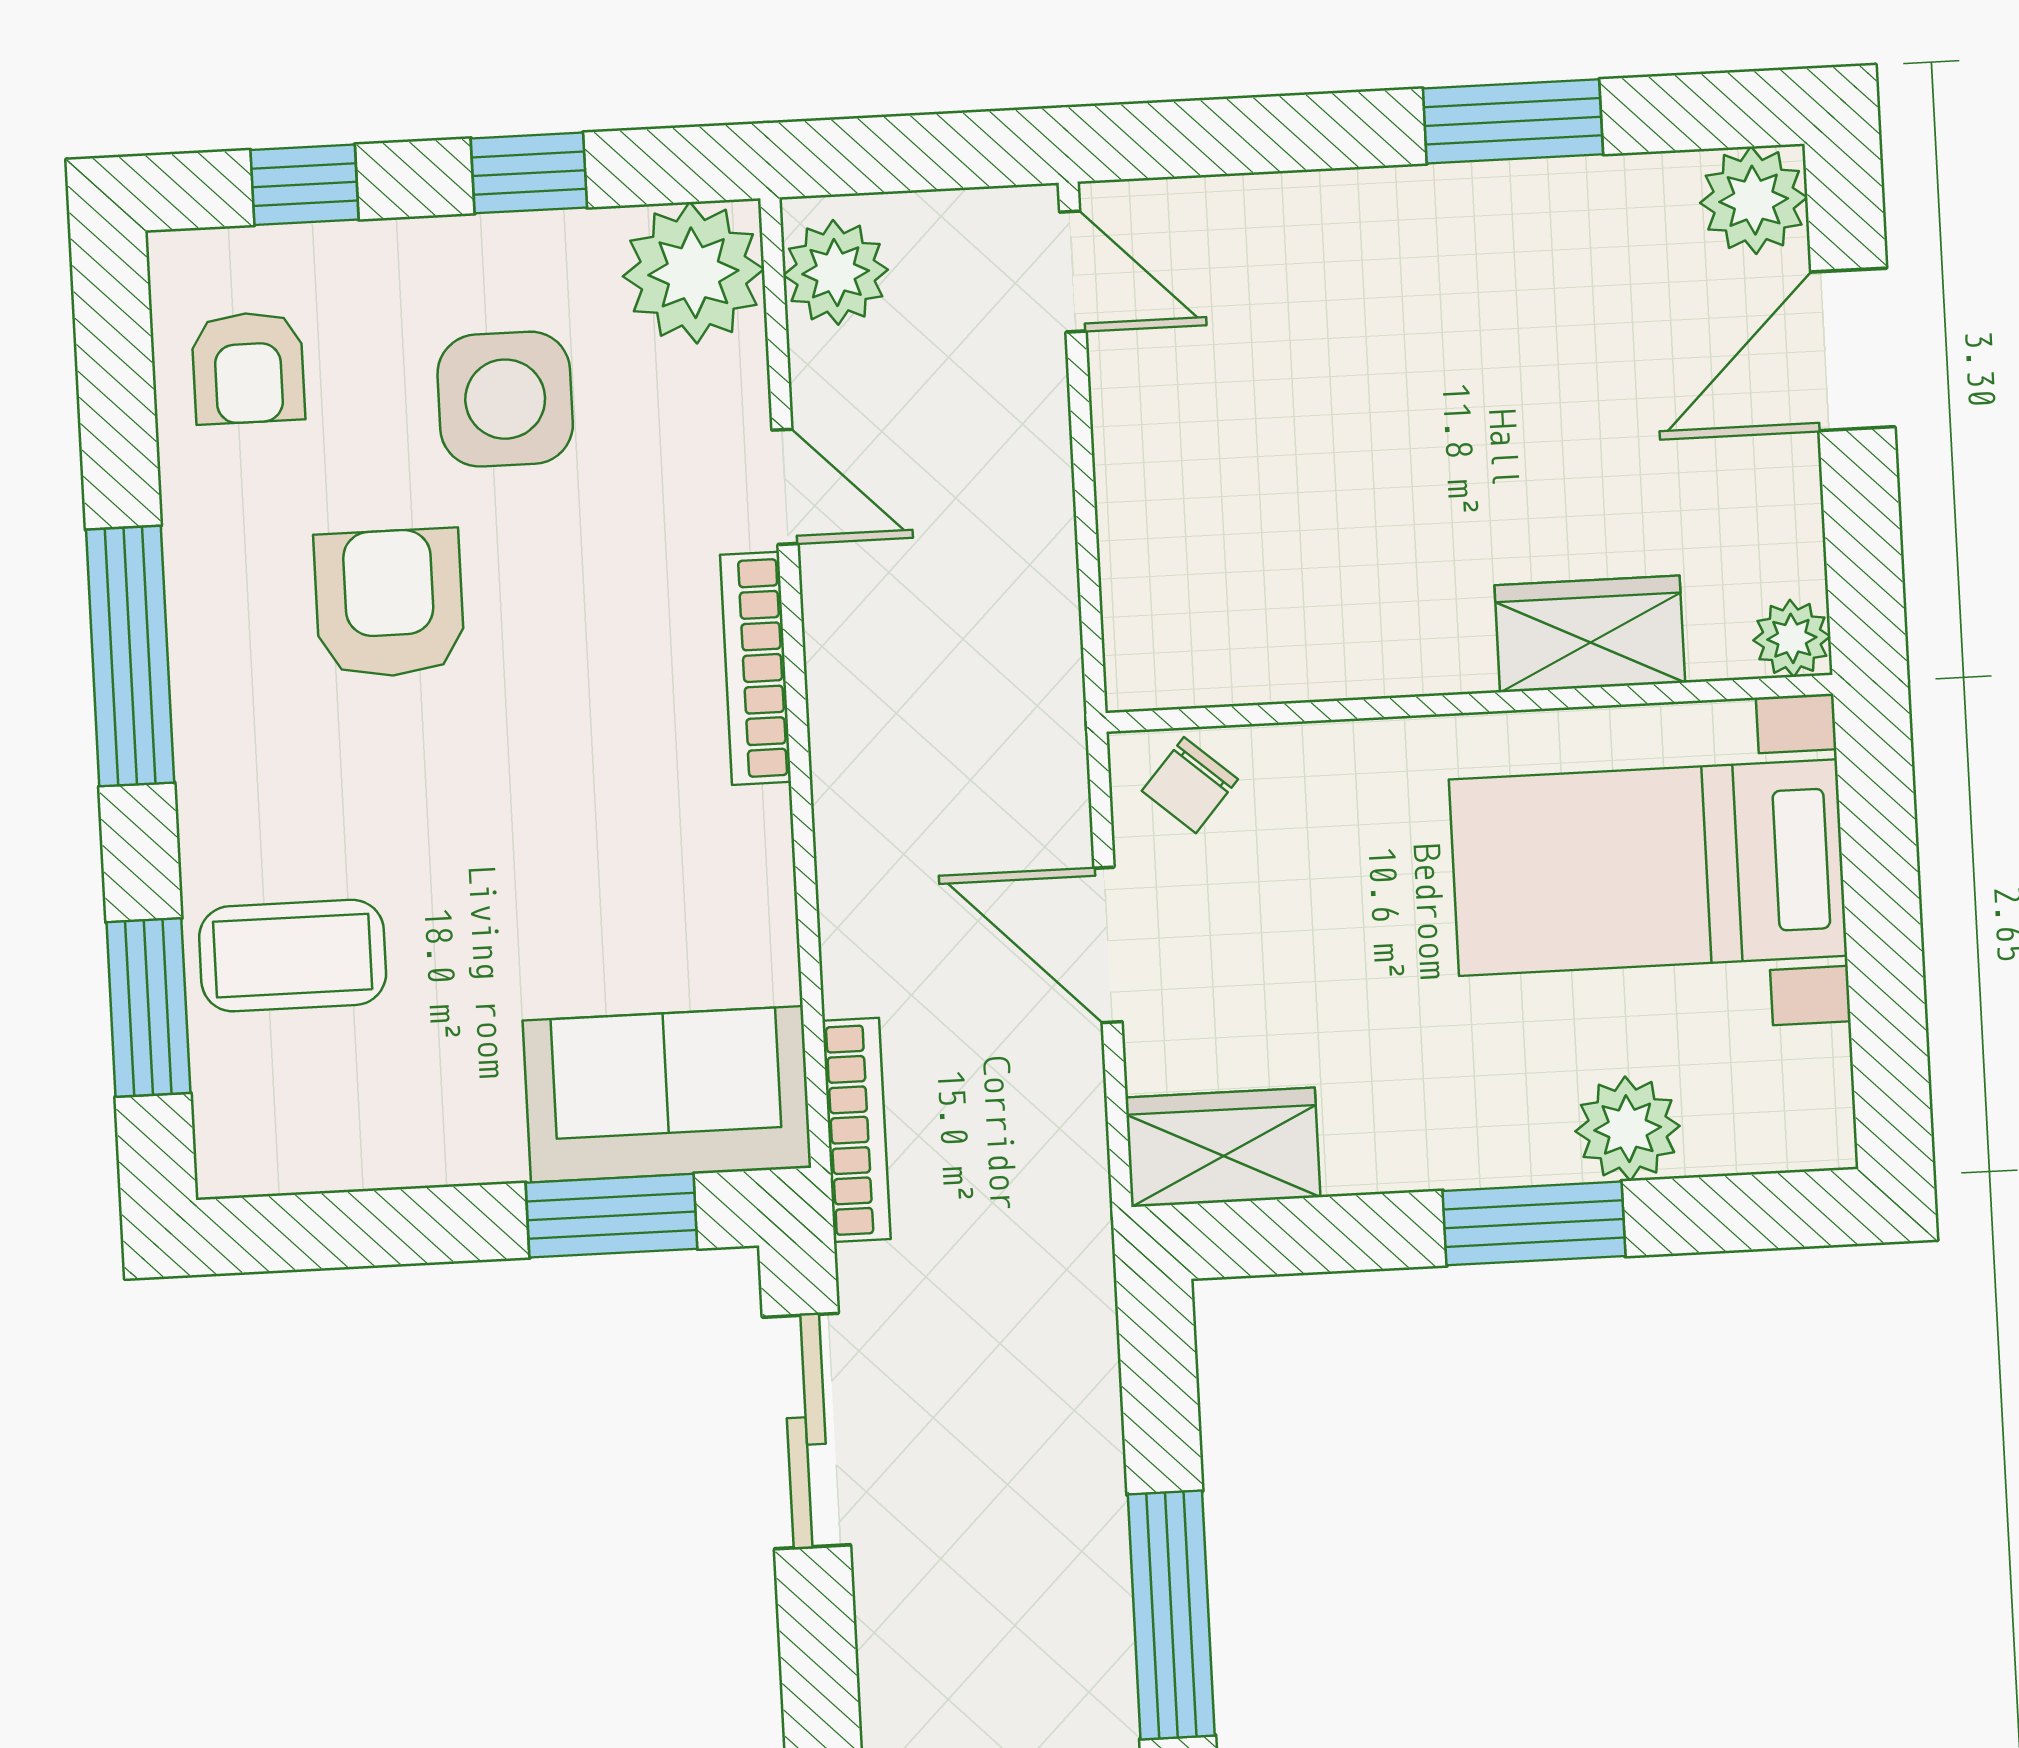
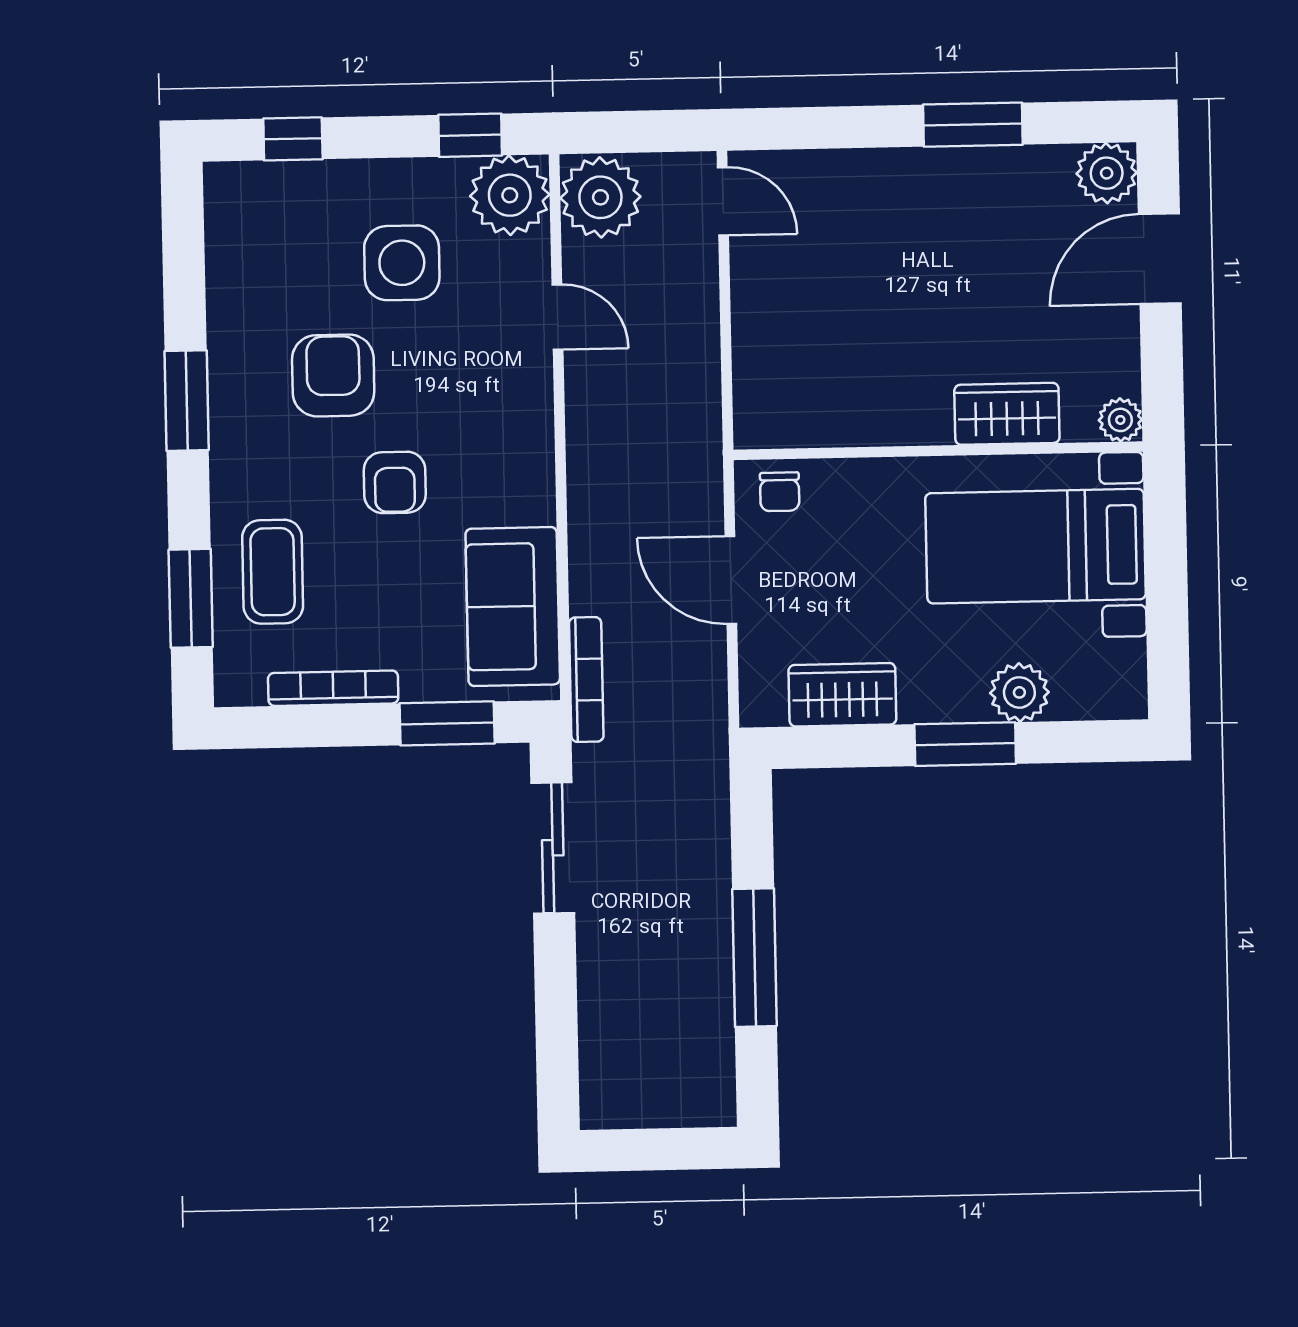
window: (529, 173) -> (470, 135), moved
plant: (836, 272) -> (600, 197), width x1.36, depth x1.36
armchair: (248, 368) -> (395, 482), moved
window: (130, 656) -> (187, 401), width x0.69
bookcase: (756, 668) -> (333, 688), moved, turned 90
chair: (1190, 785) -> (780, 492), turned -41
coffee table: (293, 956) -> (273, 572), turned 90
sofa: (667, 1094) -> (513, 607), moved, turned -90
wardrobe: (1223, 1147) -> (842, 695), moved

